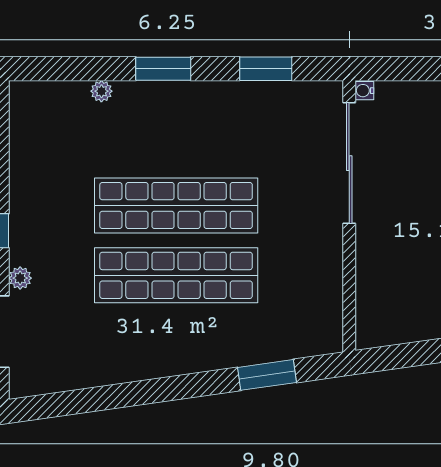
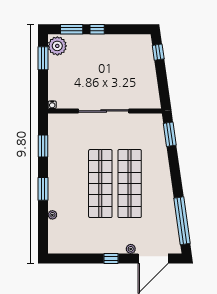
sliding door: (349, 163) -> (104, 111), moved
window: (267, 375) -> (170, 134), moved
window: (87, 400) -> (182, 221), added

